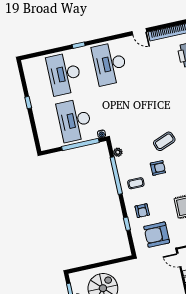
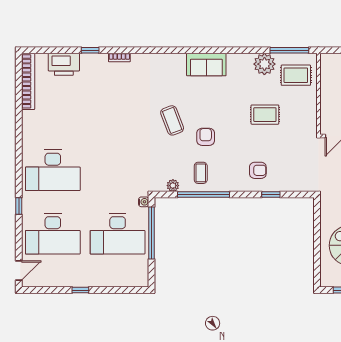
door: (139, 32) -> (19, 270), moved
coffee table: (136, 183) -> (201, 173), moved
armchair: (157, 235) -> (294, 158), removed

